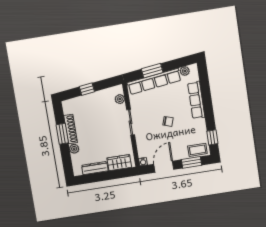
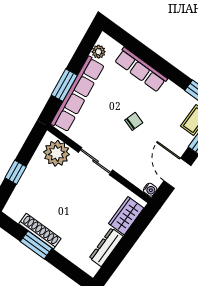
plant: (120, 99) -> (57, 153), width x1.88, depth x1.88
plant: (74, 149) -> (64, 248), removed

